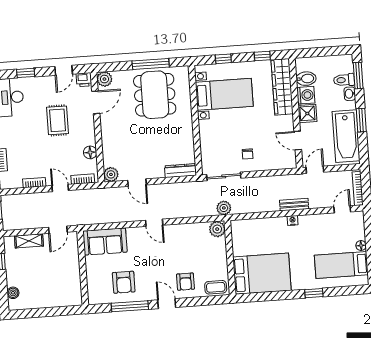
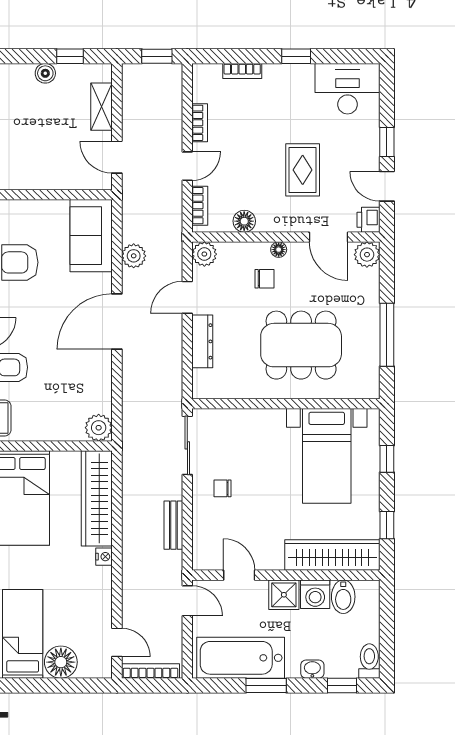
window: (26, 73) -> (387, 142), moved
window: (358, 76) -> (342, 685), width x0.67
toilet: (344, 80) -> (369, 661), moved
dining table: (155, 95) -> (301, 345), moved
rug: (58, 120) -> (303, 170), turned 90
floor lamp: (105, 131) -> (279, 250), added
chair: (123, 138) -> (265, 279), added
door: (298, 141) -> (239, 575), hinge flipped
dresser: (181, 171) -> (202, 341), moved
bench: (294, 205) -> (173, 525), moved
plant: (224, 208) -> (134, 256), moved
door: (154, 223) -> (117, 321), width x1.87
wardrobe: (259, 227) -> (97, 498), added
floor lamp: (361, 246) -> (61, 662), width x1.89, depth x1.89
boiler: (13, 293) -> (45, 73), moved

